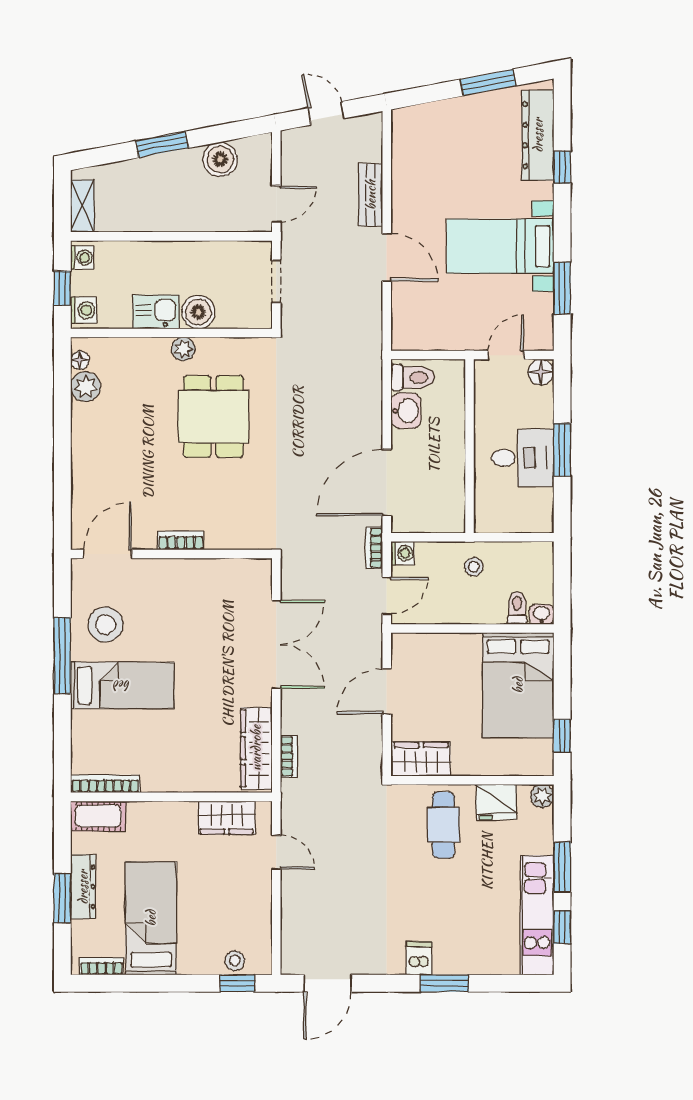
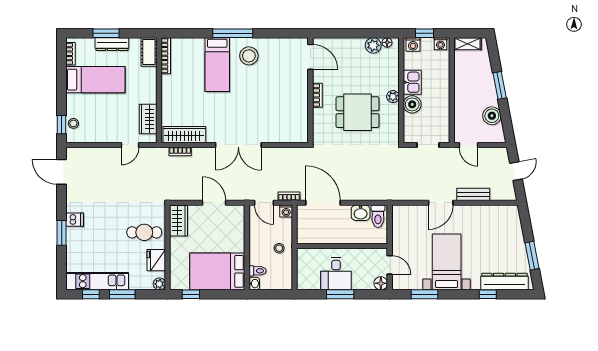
bookcase: (181, 540) -> (317, 95), moved
door: (107, 554) -> (310, 57), moved
wall: (171, 554) -> (310, 90), moved

